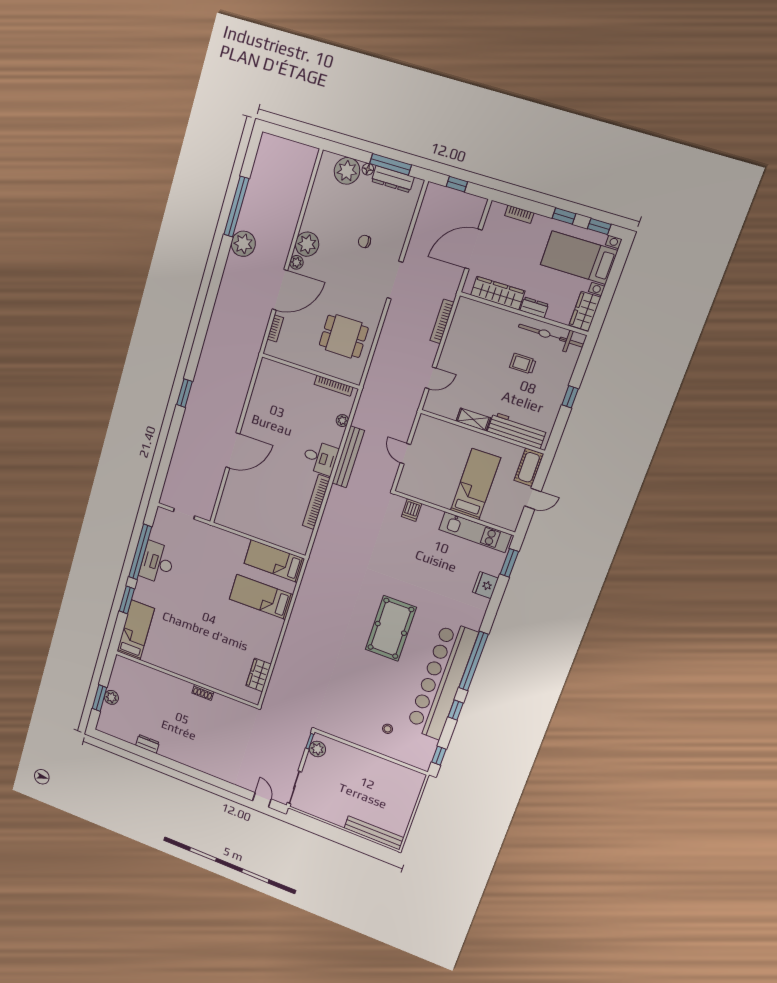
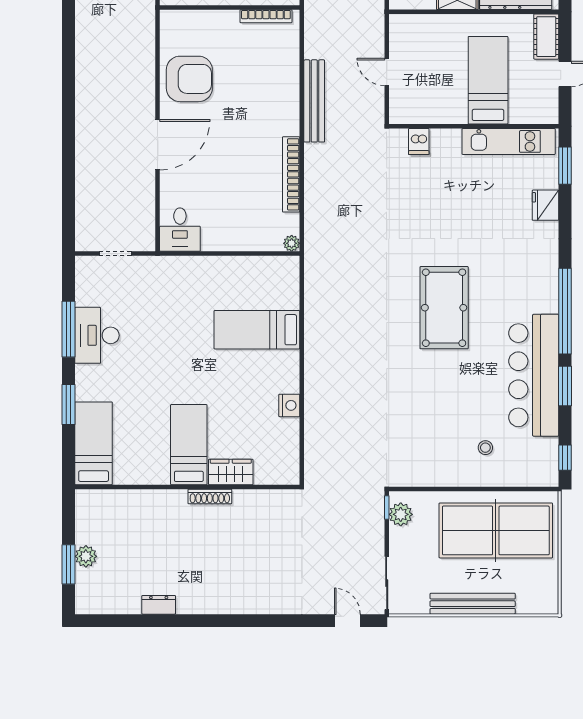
window: (184, 393) -> (68, 91), removed
armchair: (268, 412) -> (189, 79), added
plant: (342, 421) -> (292, 243), moved
desk: (320, 458) -> (180, 230), moved, turned 90
window: (140, 552) -> (68, 329), width x0.68
bed: (274, 561) -> (189, 445), moved, turned 90
nightstand: (267, 653) -> (289, 405), added
wardrobe: (259, 675) -> (231, 472), moved, turned 90
bar counter: (442, 681) -> (534, 375), width x0.73
shoe rack: (203, 692) -> (210, 496), width x1.43
window: (456, 710) -> (565, 386), width x1.50
table tennis table: (376, 783) -> (496, 530), added
bench: (374, 833) -> (473, 604), moved

